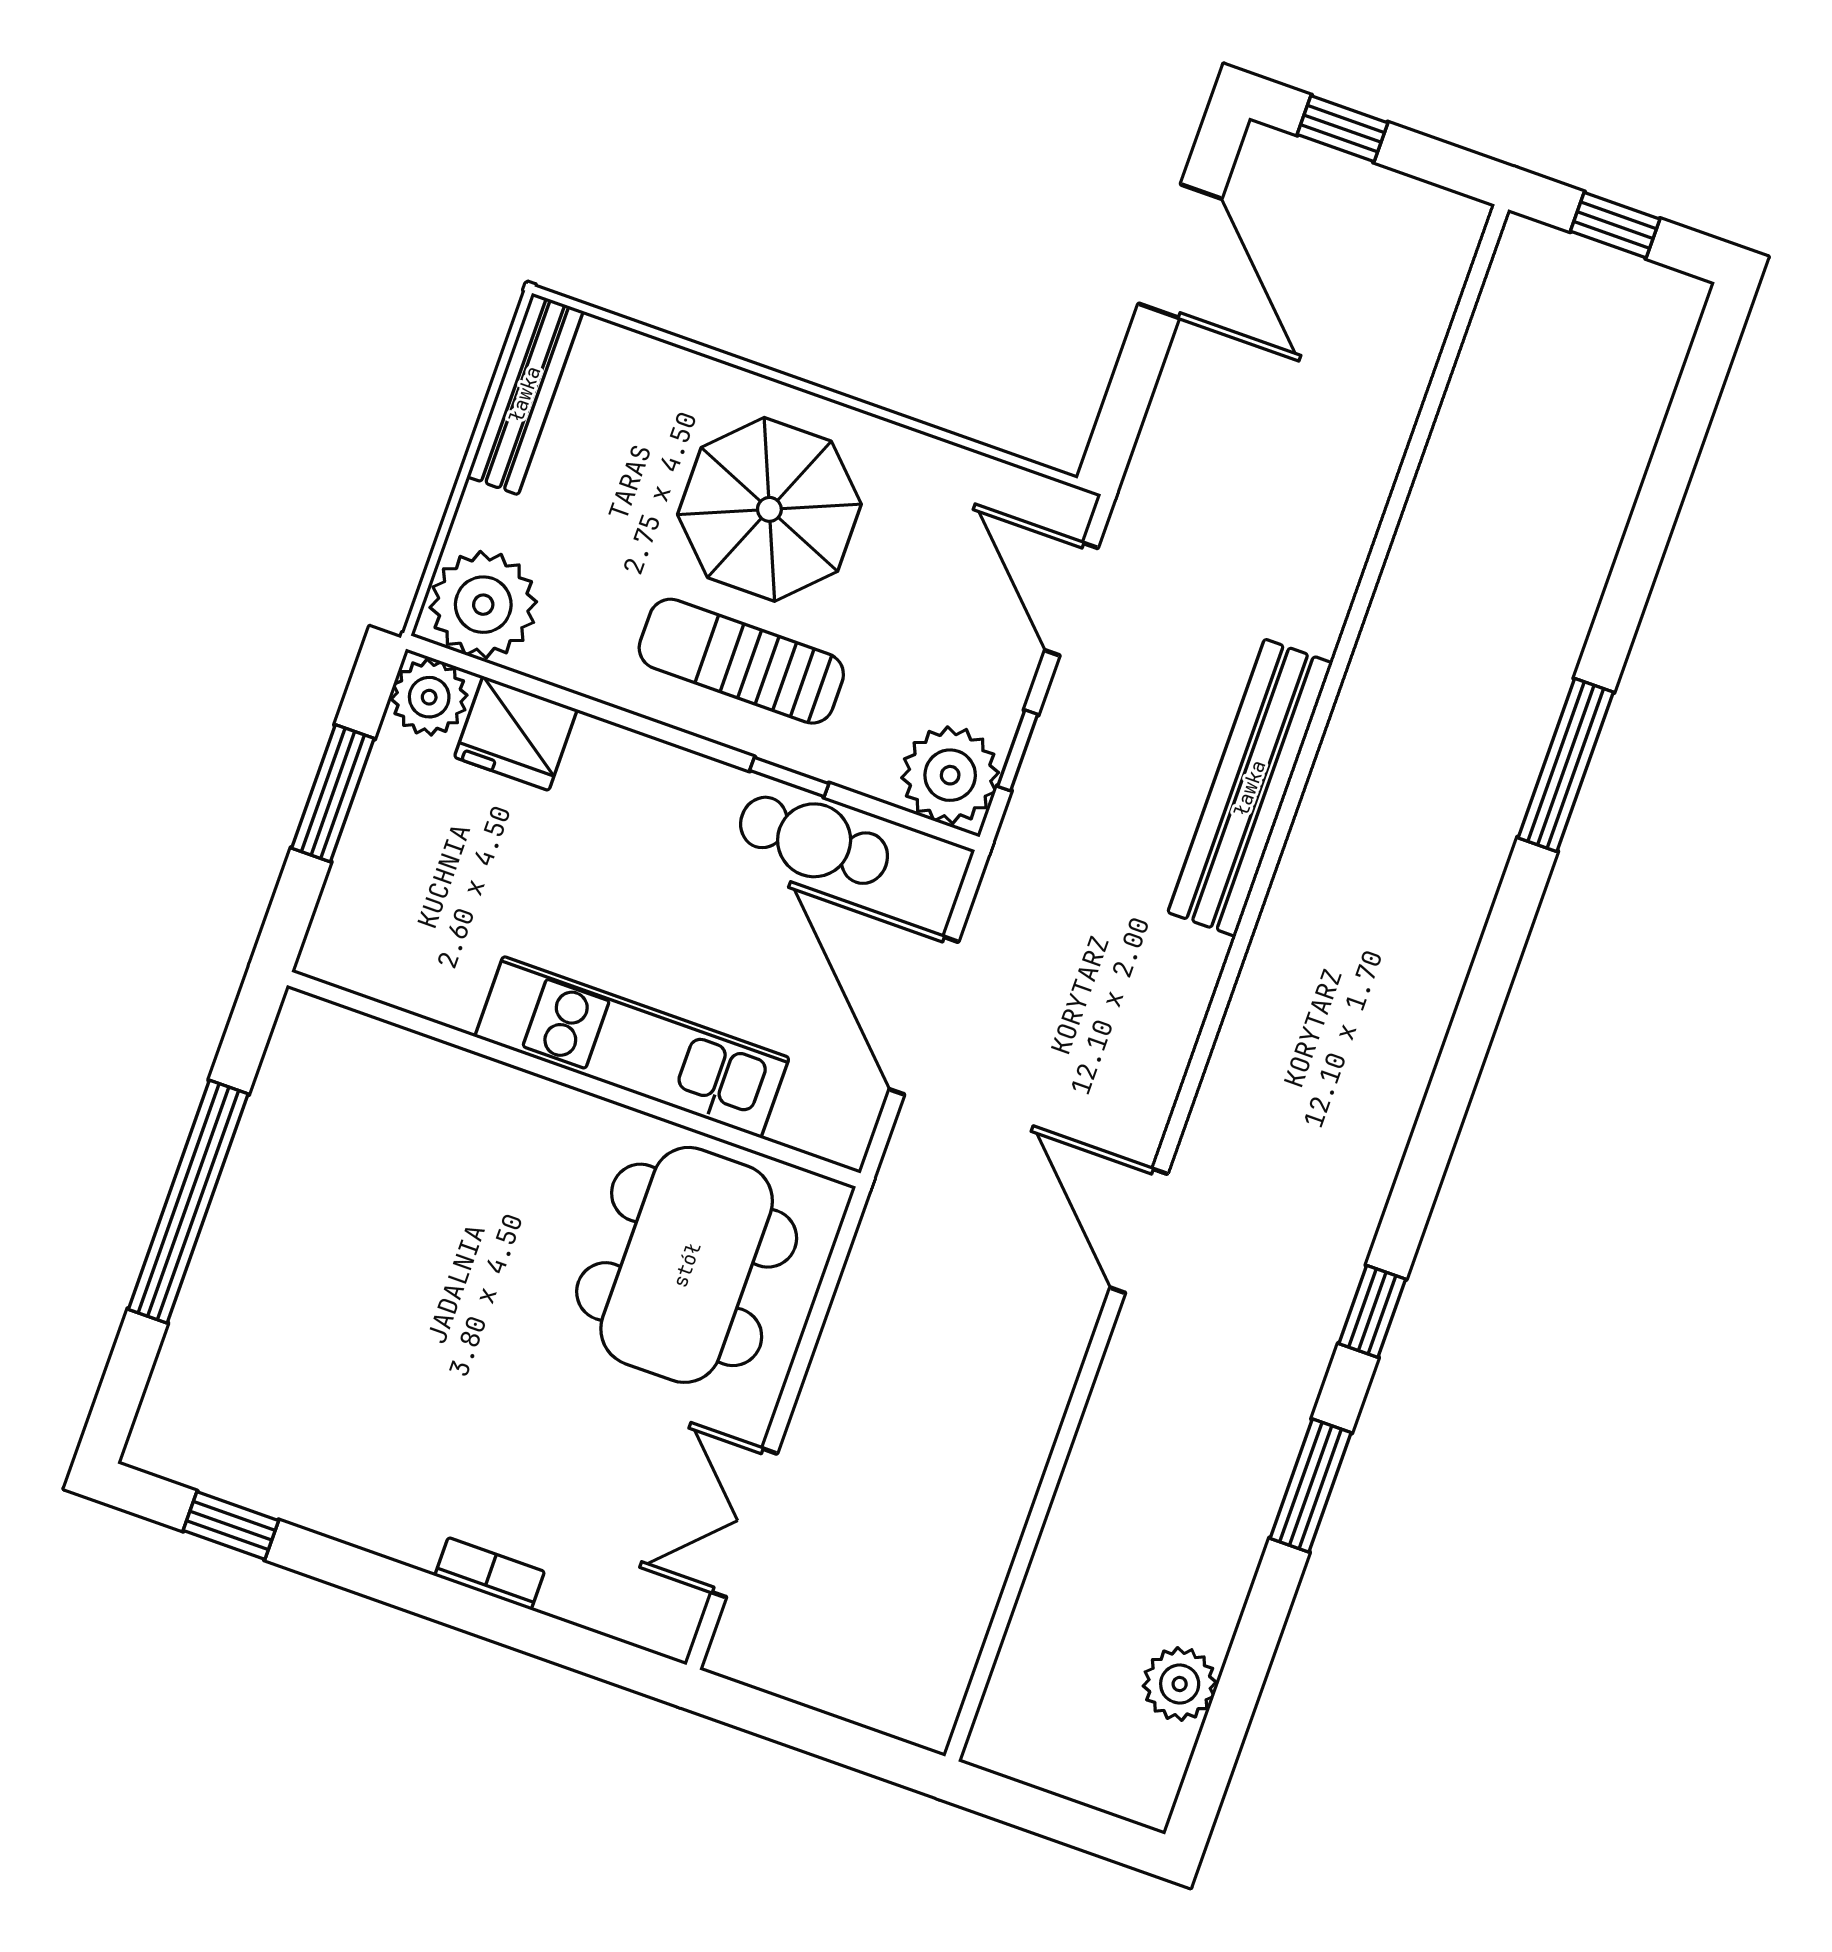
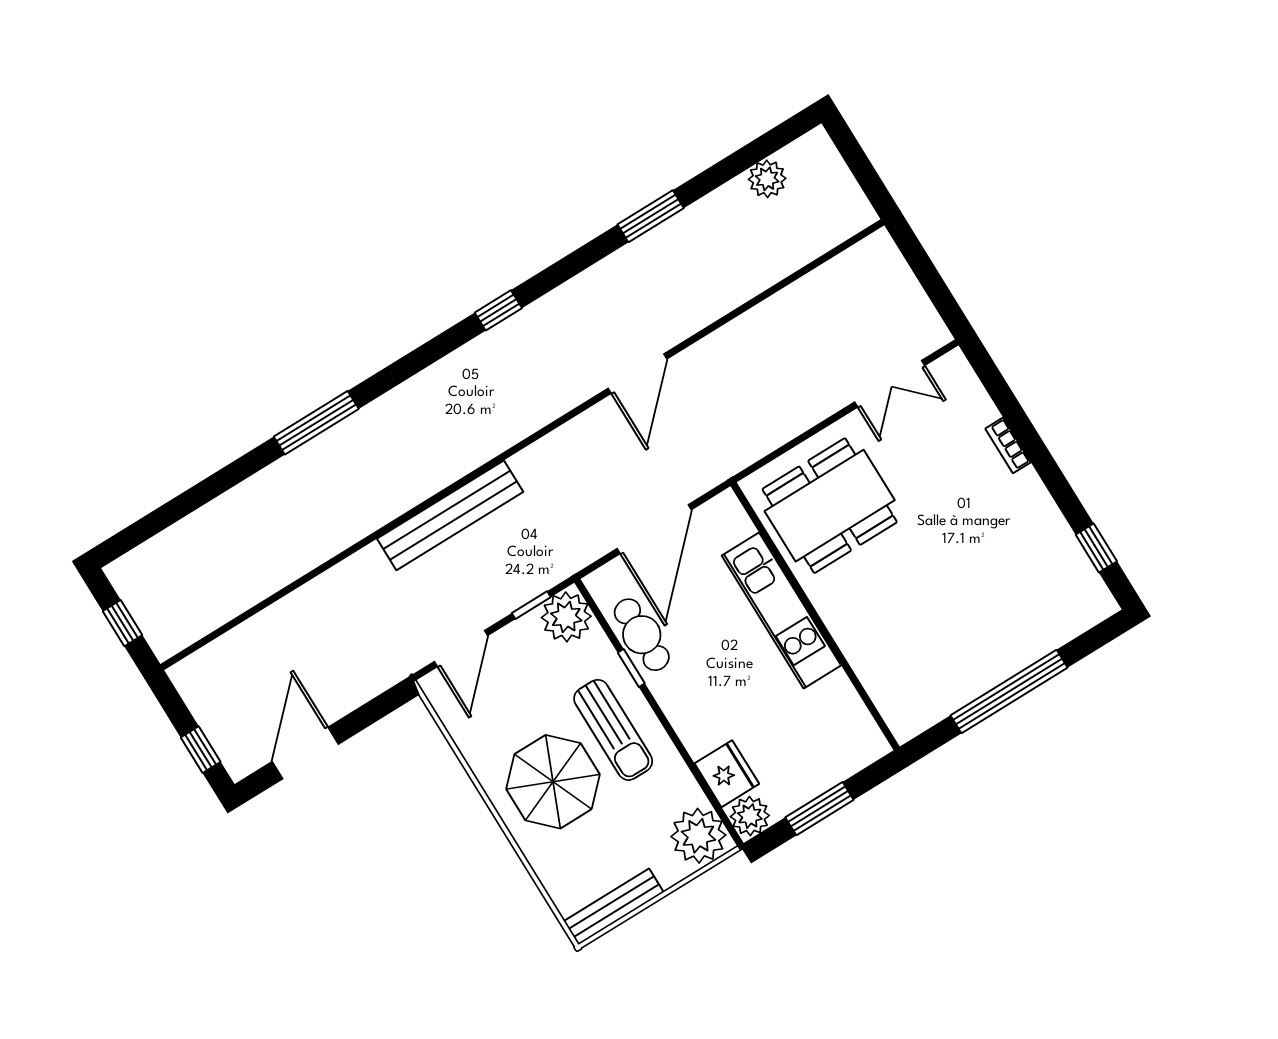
window: (1372, 1311) -> (498, 310), moved

